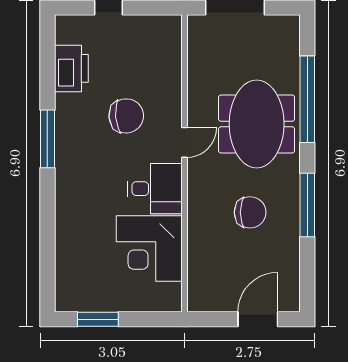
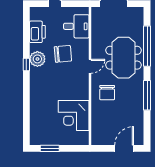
plant: (71, 127) -> (37, 59), added
window: (47, 139) -> (26, 65), width x0.46
desk: (155, 189) -> (76, 26), moved
chair: (250, 212) -> (107, 93), moved, turned 90

